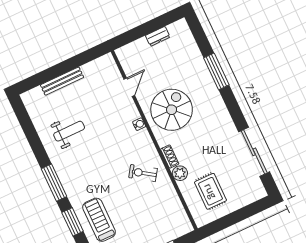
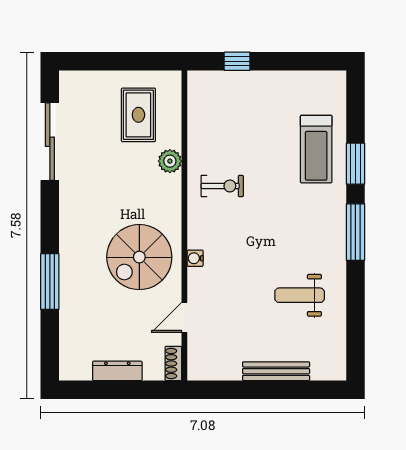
dresser: (158, 36) -> (117, 371), width x1.44
shoe rack: (170, 157) -> (173, 363), moved
exercise bike: (143, 173) -> (222, 186), turned -34

